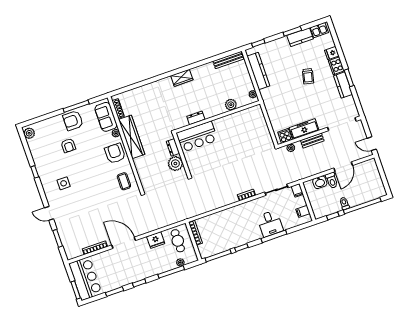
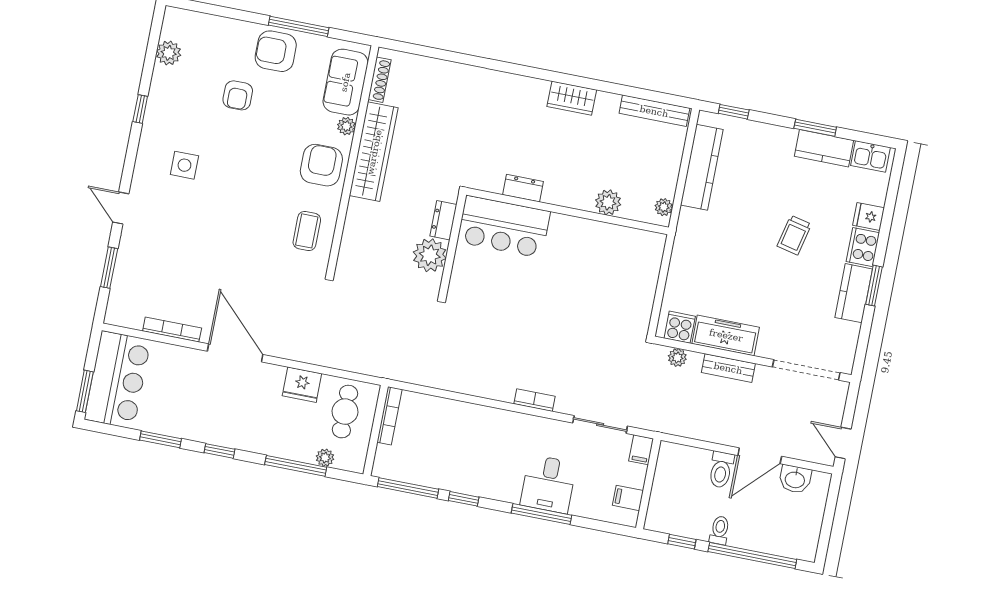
wardrobe: (182, 78) -> (572, 98), moved
plant: (29, 133) -> (169, 53), moved
washbasin: (320, 182) -> (795, 479), moved

